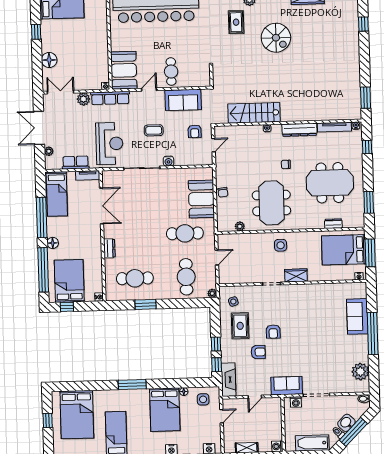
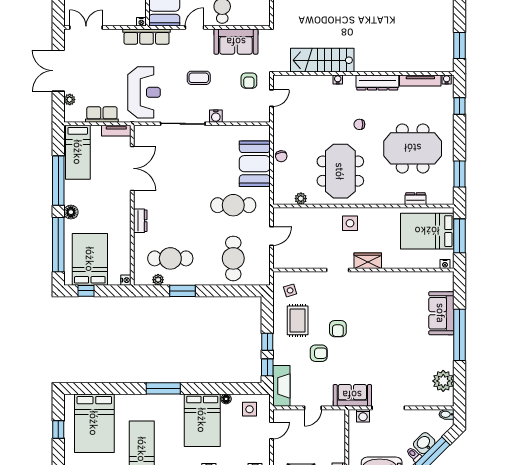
plant: (83, 99) -> (114, 37), removed
plant: (212, 293) -> (158, 280), moved

